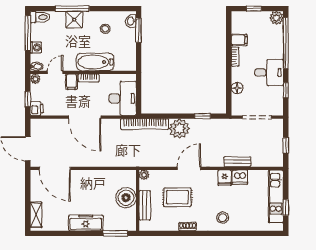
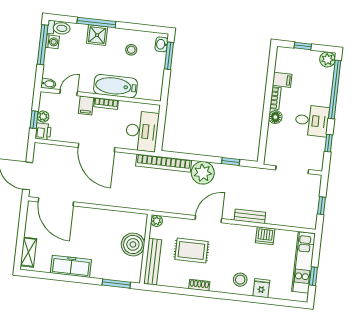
washing machine: (36, 47) -> (52, 42), moved
plant: (35, 79) -> (43, 117), moved
floor lamp: (237, 88) -> (275, 117), moved
bench: (237, 162) -> (250, 216), moved
fridge: (225, 178) -> (261, 288), moved, turned 180
bench: (145, 205) -> (153, 262), width x1.36
freezer: (86, 223) -> (71, 266), moved

